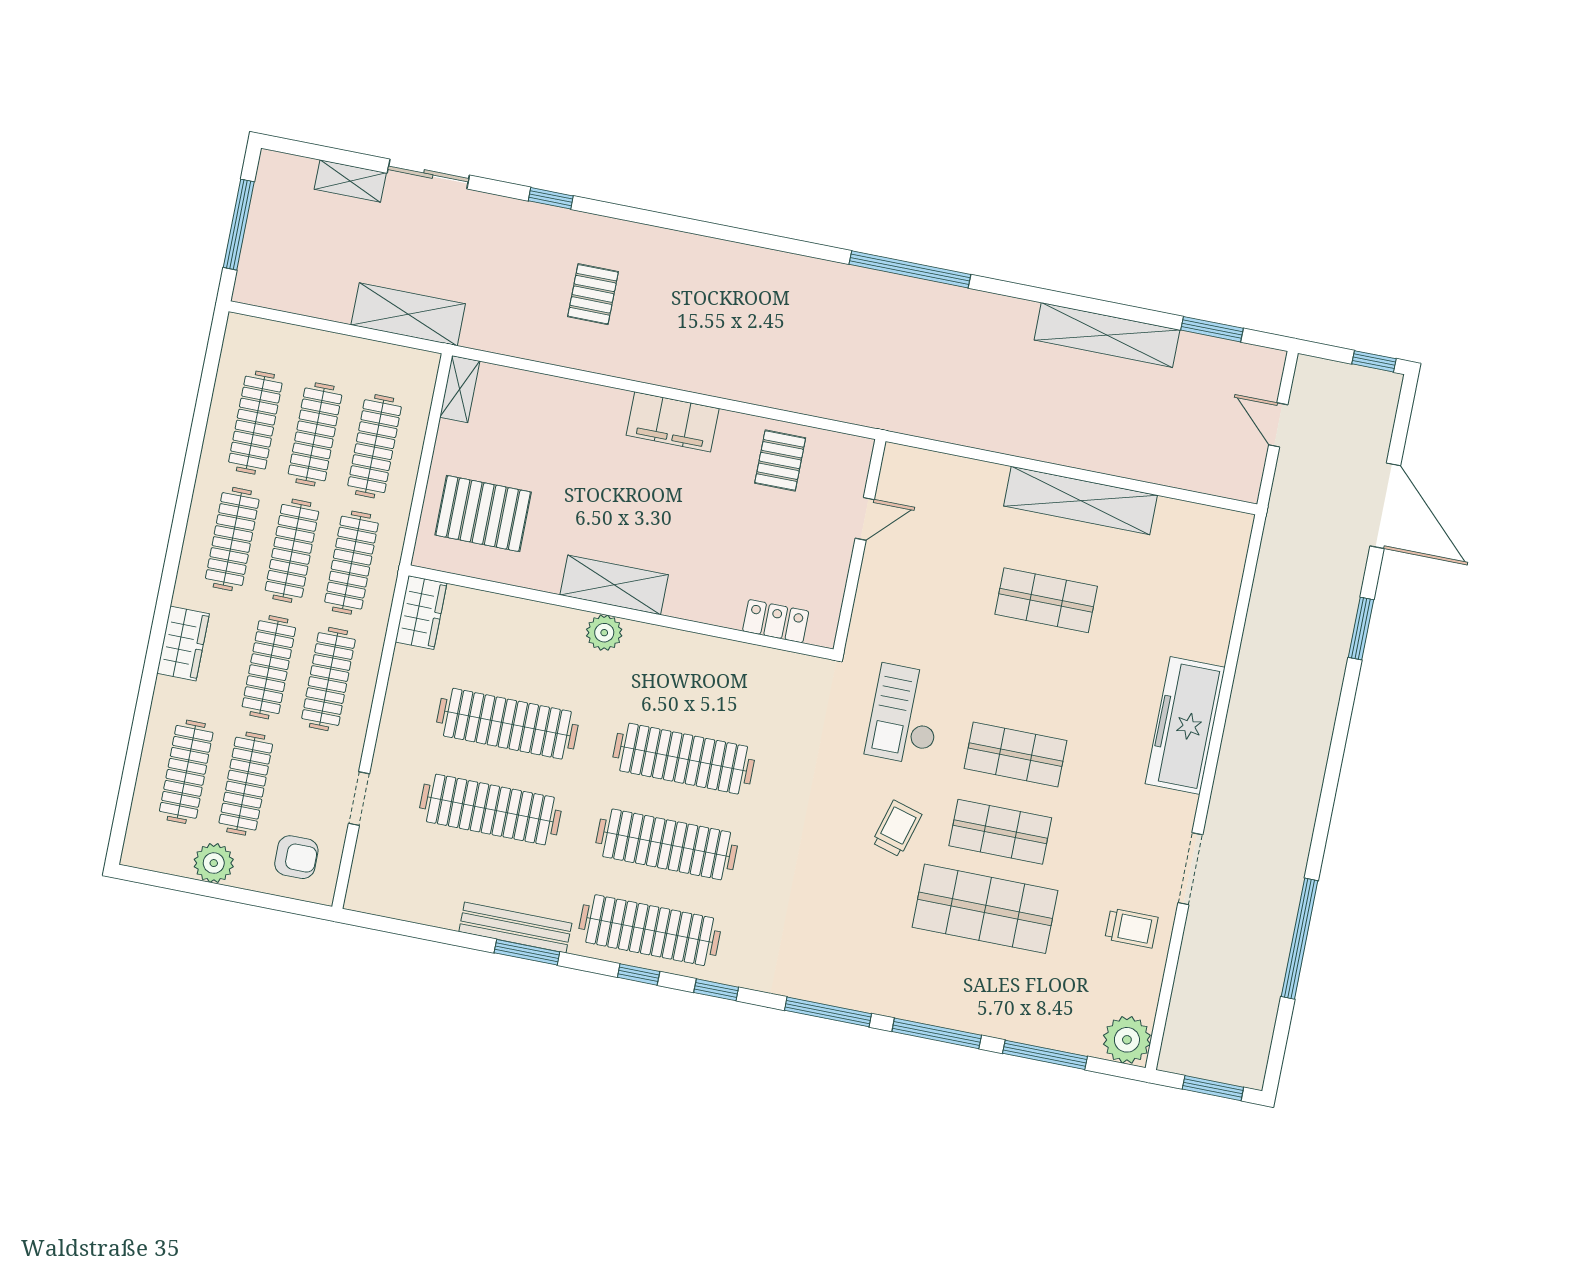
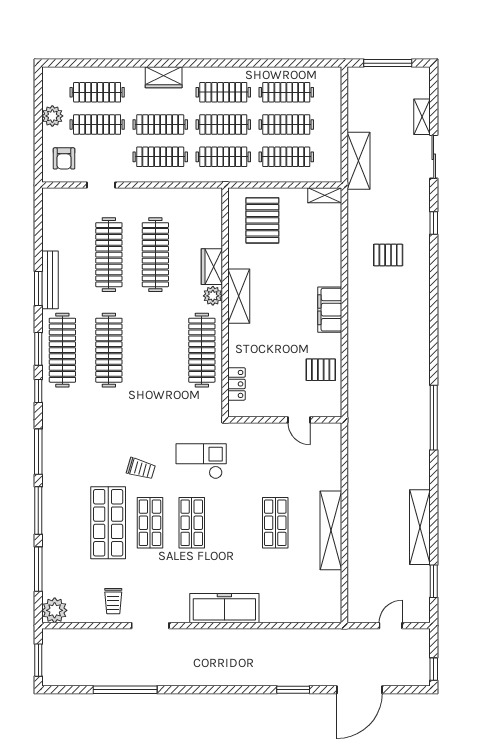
wardrobe: (421, 613) -> (212, 267), moved, turned 90
clothes rail: (684, 759) -> (202, 350), moved
window: (639, 974) -> (38, 349), width x1.50

